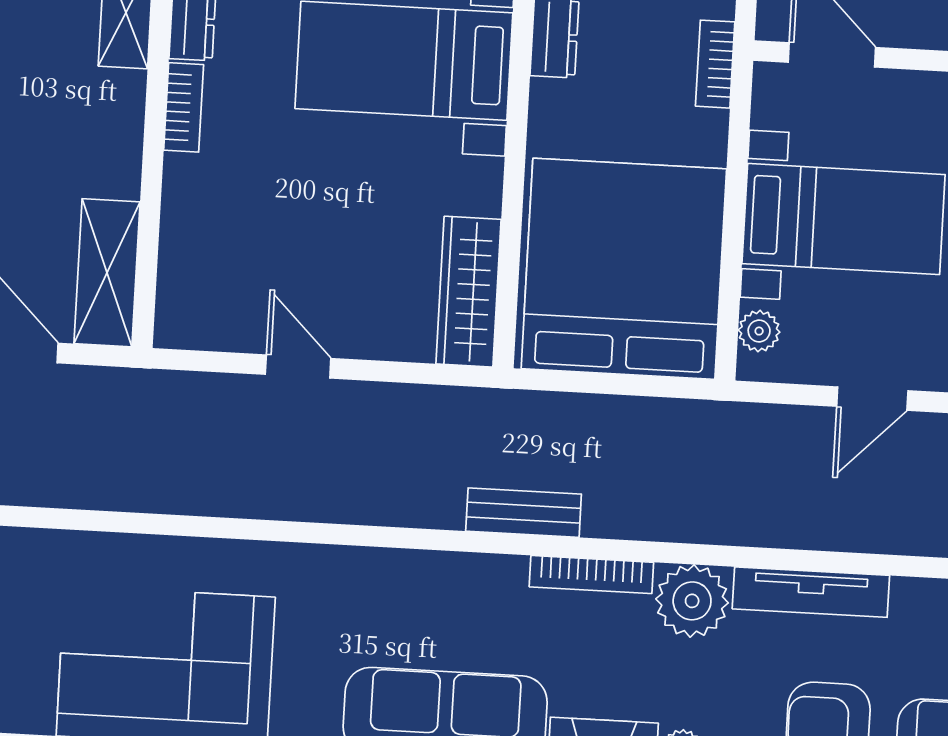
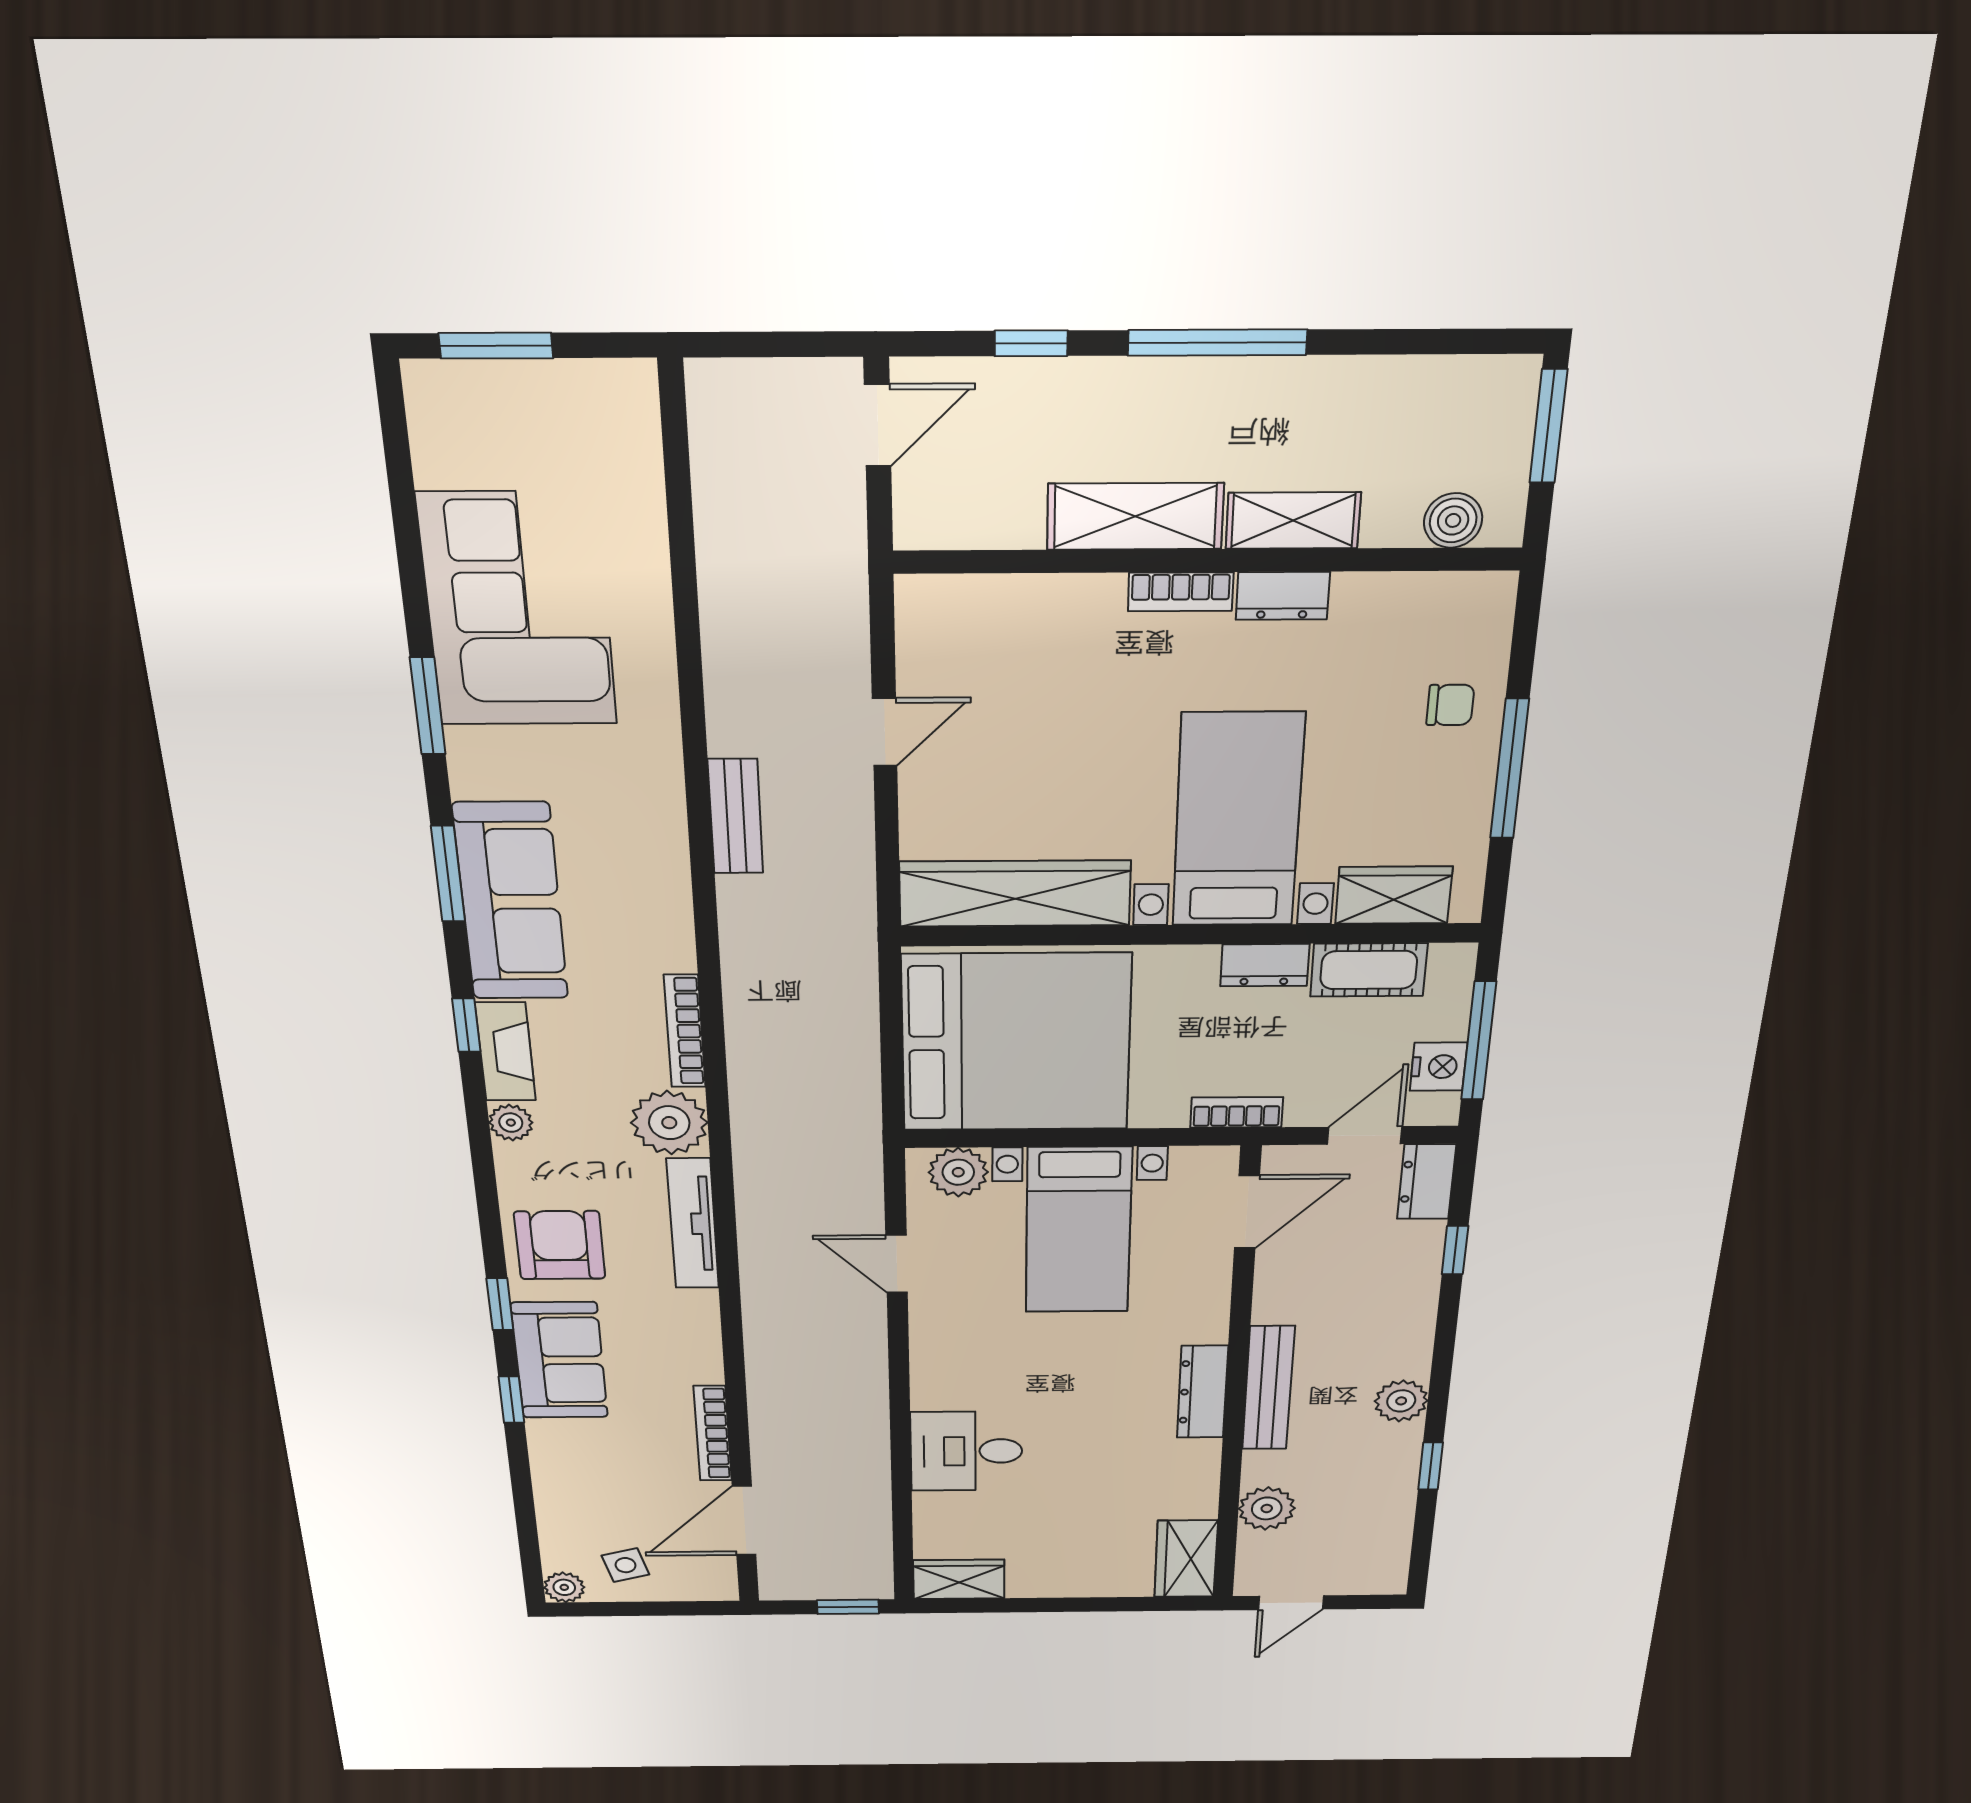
shelving: (107, 273) -> (1135, 516), moved
wardrobe: (469, 292) -> (1015, 894), width x1.40, depth x1.17
plant: (759, 331) -> (958, 1172), width x1.38, depth x1.38
bench: (524, 513) -> (736, 816), moved

